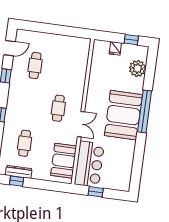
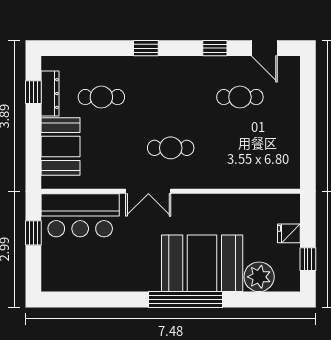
booth: (123, 115) -> (202, 263), moved
booth: (64, 161) -> (61, 147), moved, turned 90

